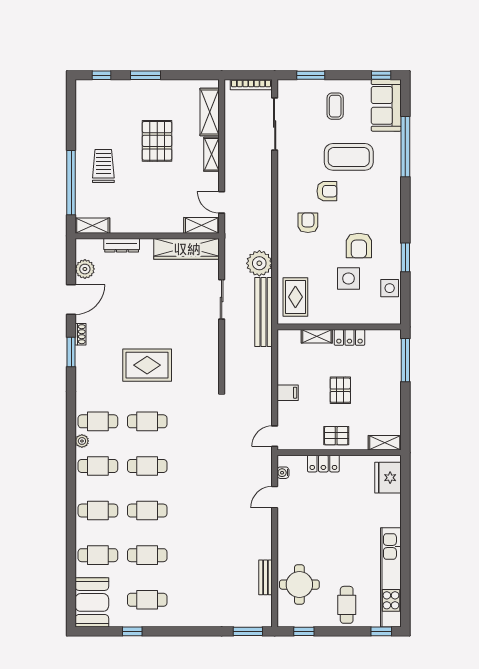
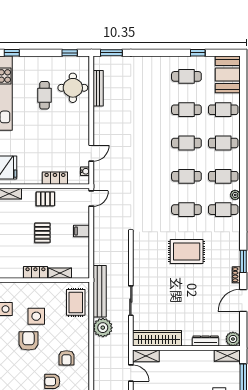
plant: (85, 269) -> (233, 339), moved
bench: (265, 577) -> (98, 88), width x1.36
cafe table: (347, 605) -> (44, 95), moved

